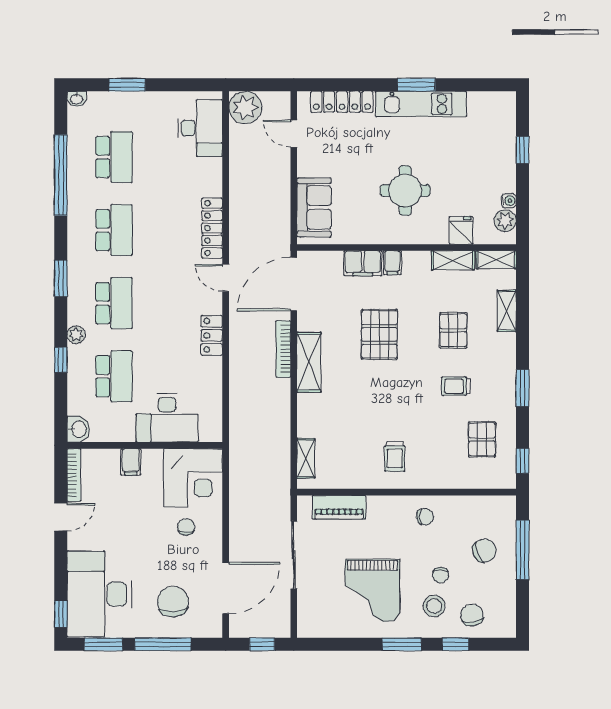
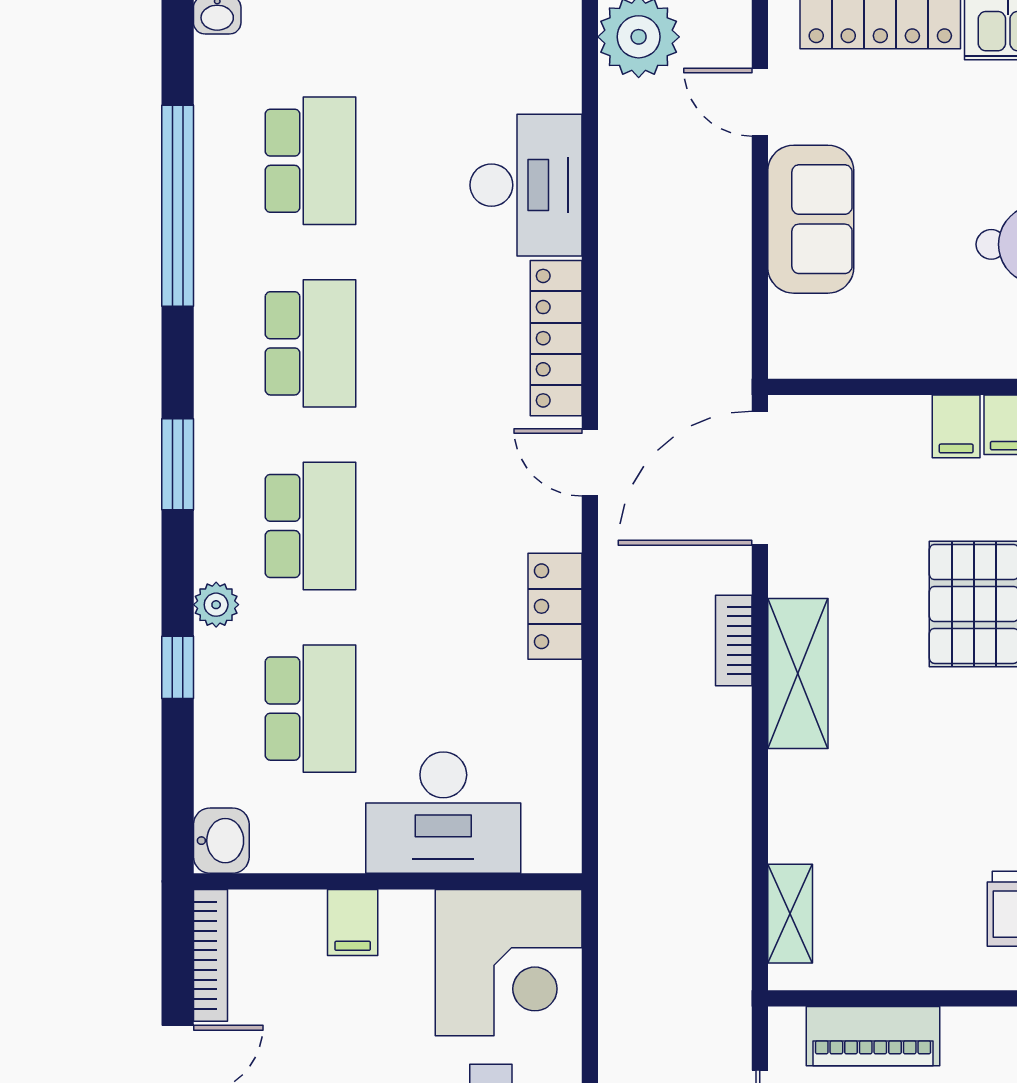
desk: (200, 128) -> (526, 185), moved
sofa: (314, 207) -> (811, 219), moved
filing cabinet: (363, 263) -> (956, 426), width x0.50
bookcase: (283, 349) -> (734, 640), width x0.64

